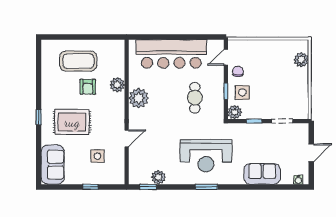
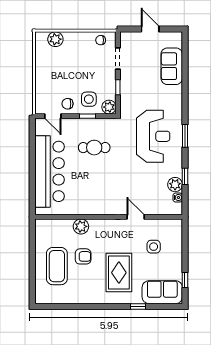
plant: (139, 98) -> (95, 205), removed
chair: (300, 104) -> (101, 40), added
window: (39, 117) -> (138, 306), moved
sofa: (262, 174) -> (172, 66), moved
water cooler: (298, 180) -> (178, 198), moved
window: (91, 187) -> (185, 280), moved
window: (148, 187) -> (185, 176), moved

